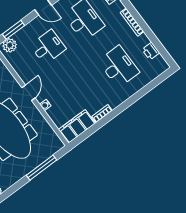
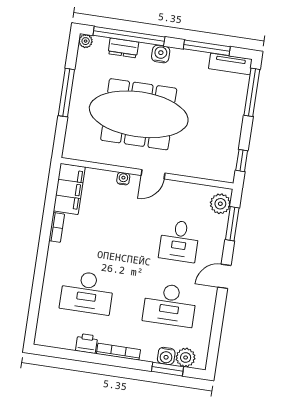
printer: (151, 51) -> (87, 343), moved
door: (28, 93) -> (153, 174), hinge flipped
window: (42, 168) -> (66, 93), moved

